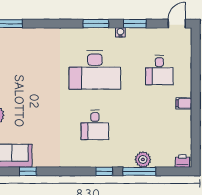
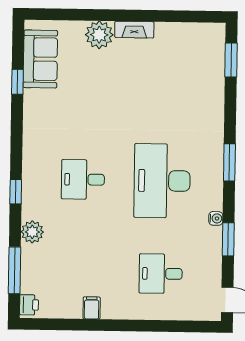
window: (96, 24) -> (229, 162), moved
filing cabinet: (184, 103) -> (92, 308), moved
plant: (143, 159) -> (32, 232), moved
window: (139, 171) -> (14, 270), moved

